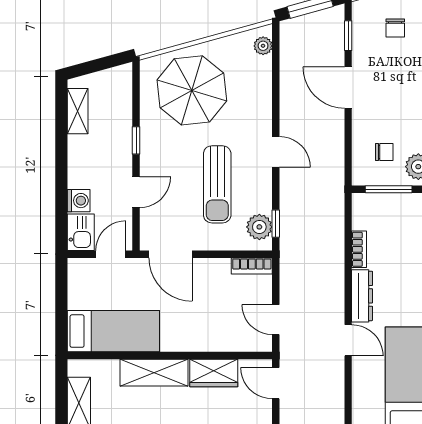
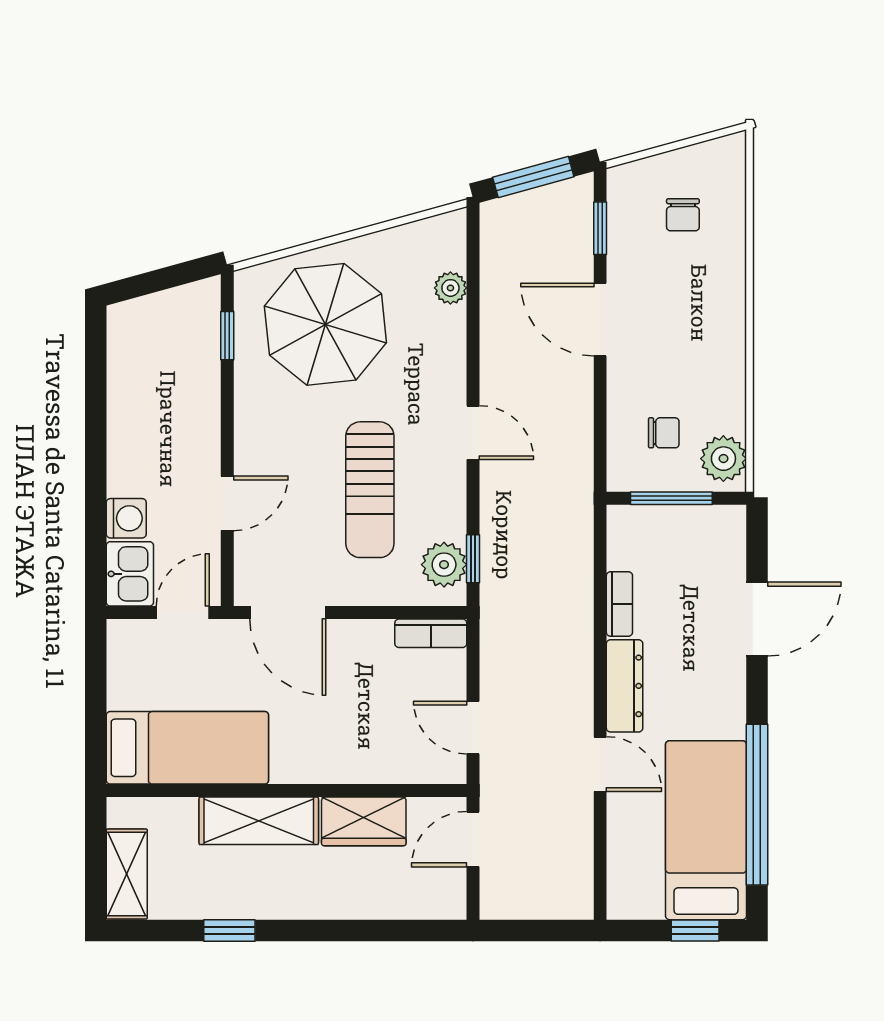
plant: (263, 46) -> (450, 288), moved
shelving: (78, 111) -> (124, 361), removed
window: (136, 140) -> (227, 336), moved
door: (276, 383) -> (473, 839), hinge flipped

